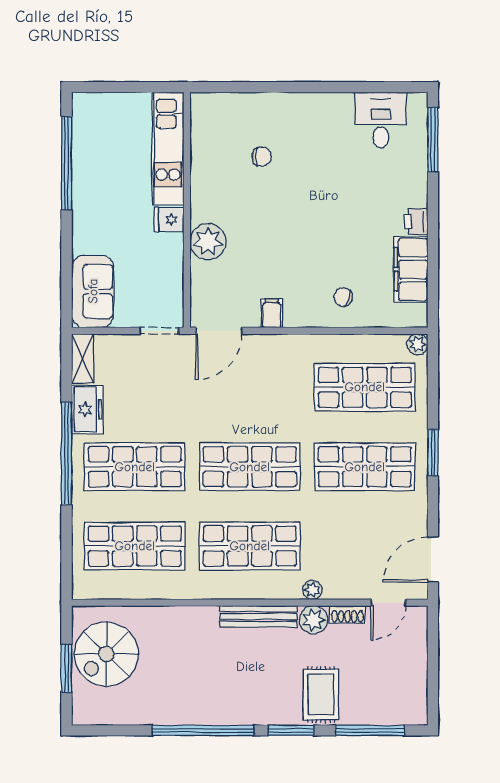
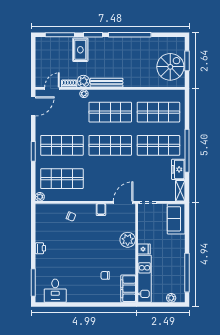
plant: (104, 103) -> (171, 298), added
filing cabinet: (411, 269) -> (128, 289), moved, turned 180

